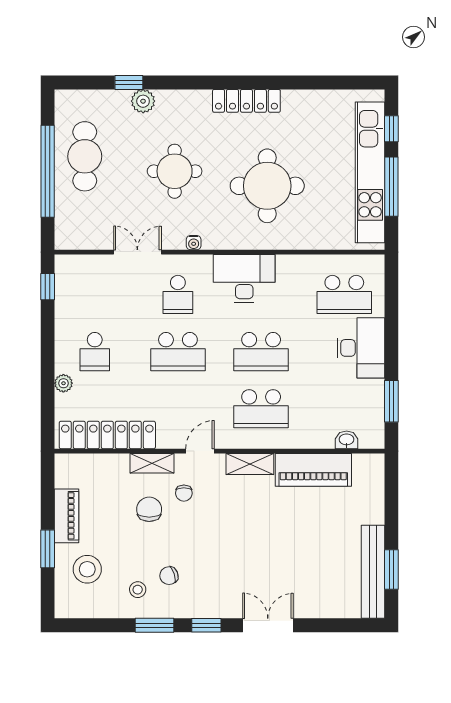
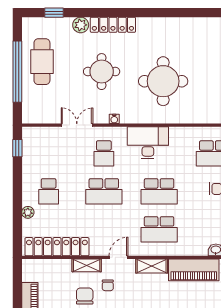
window: (129, 82) -> (54, 13), moved
locker: (246, 101) -> (113, 25), moved

